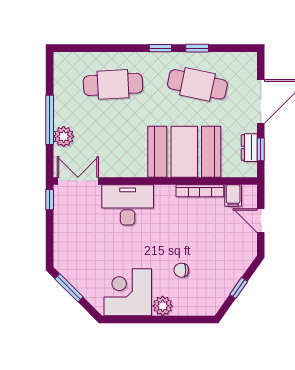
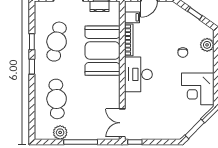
plant: (64, 136) -> (60, 132), moved
desk: (128, 205) -> (138, 74), moved
plant: (163, 306) -> (207, 45), moved

